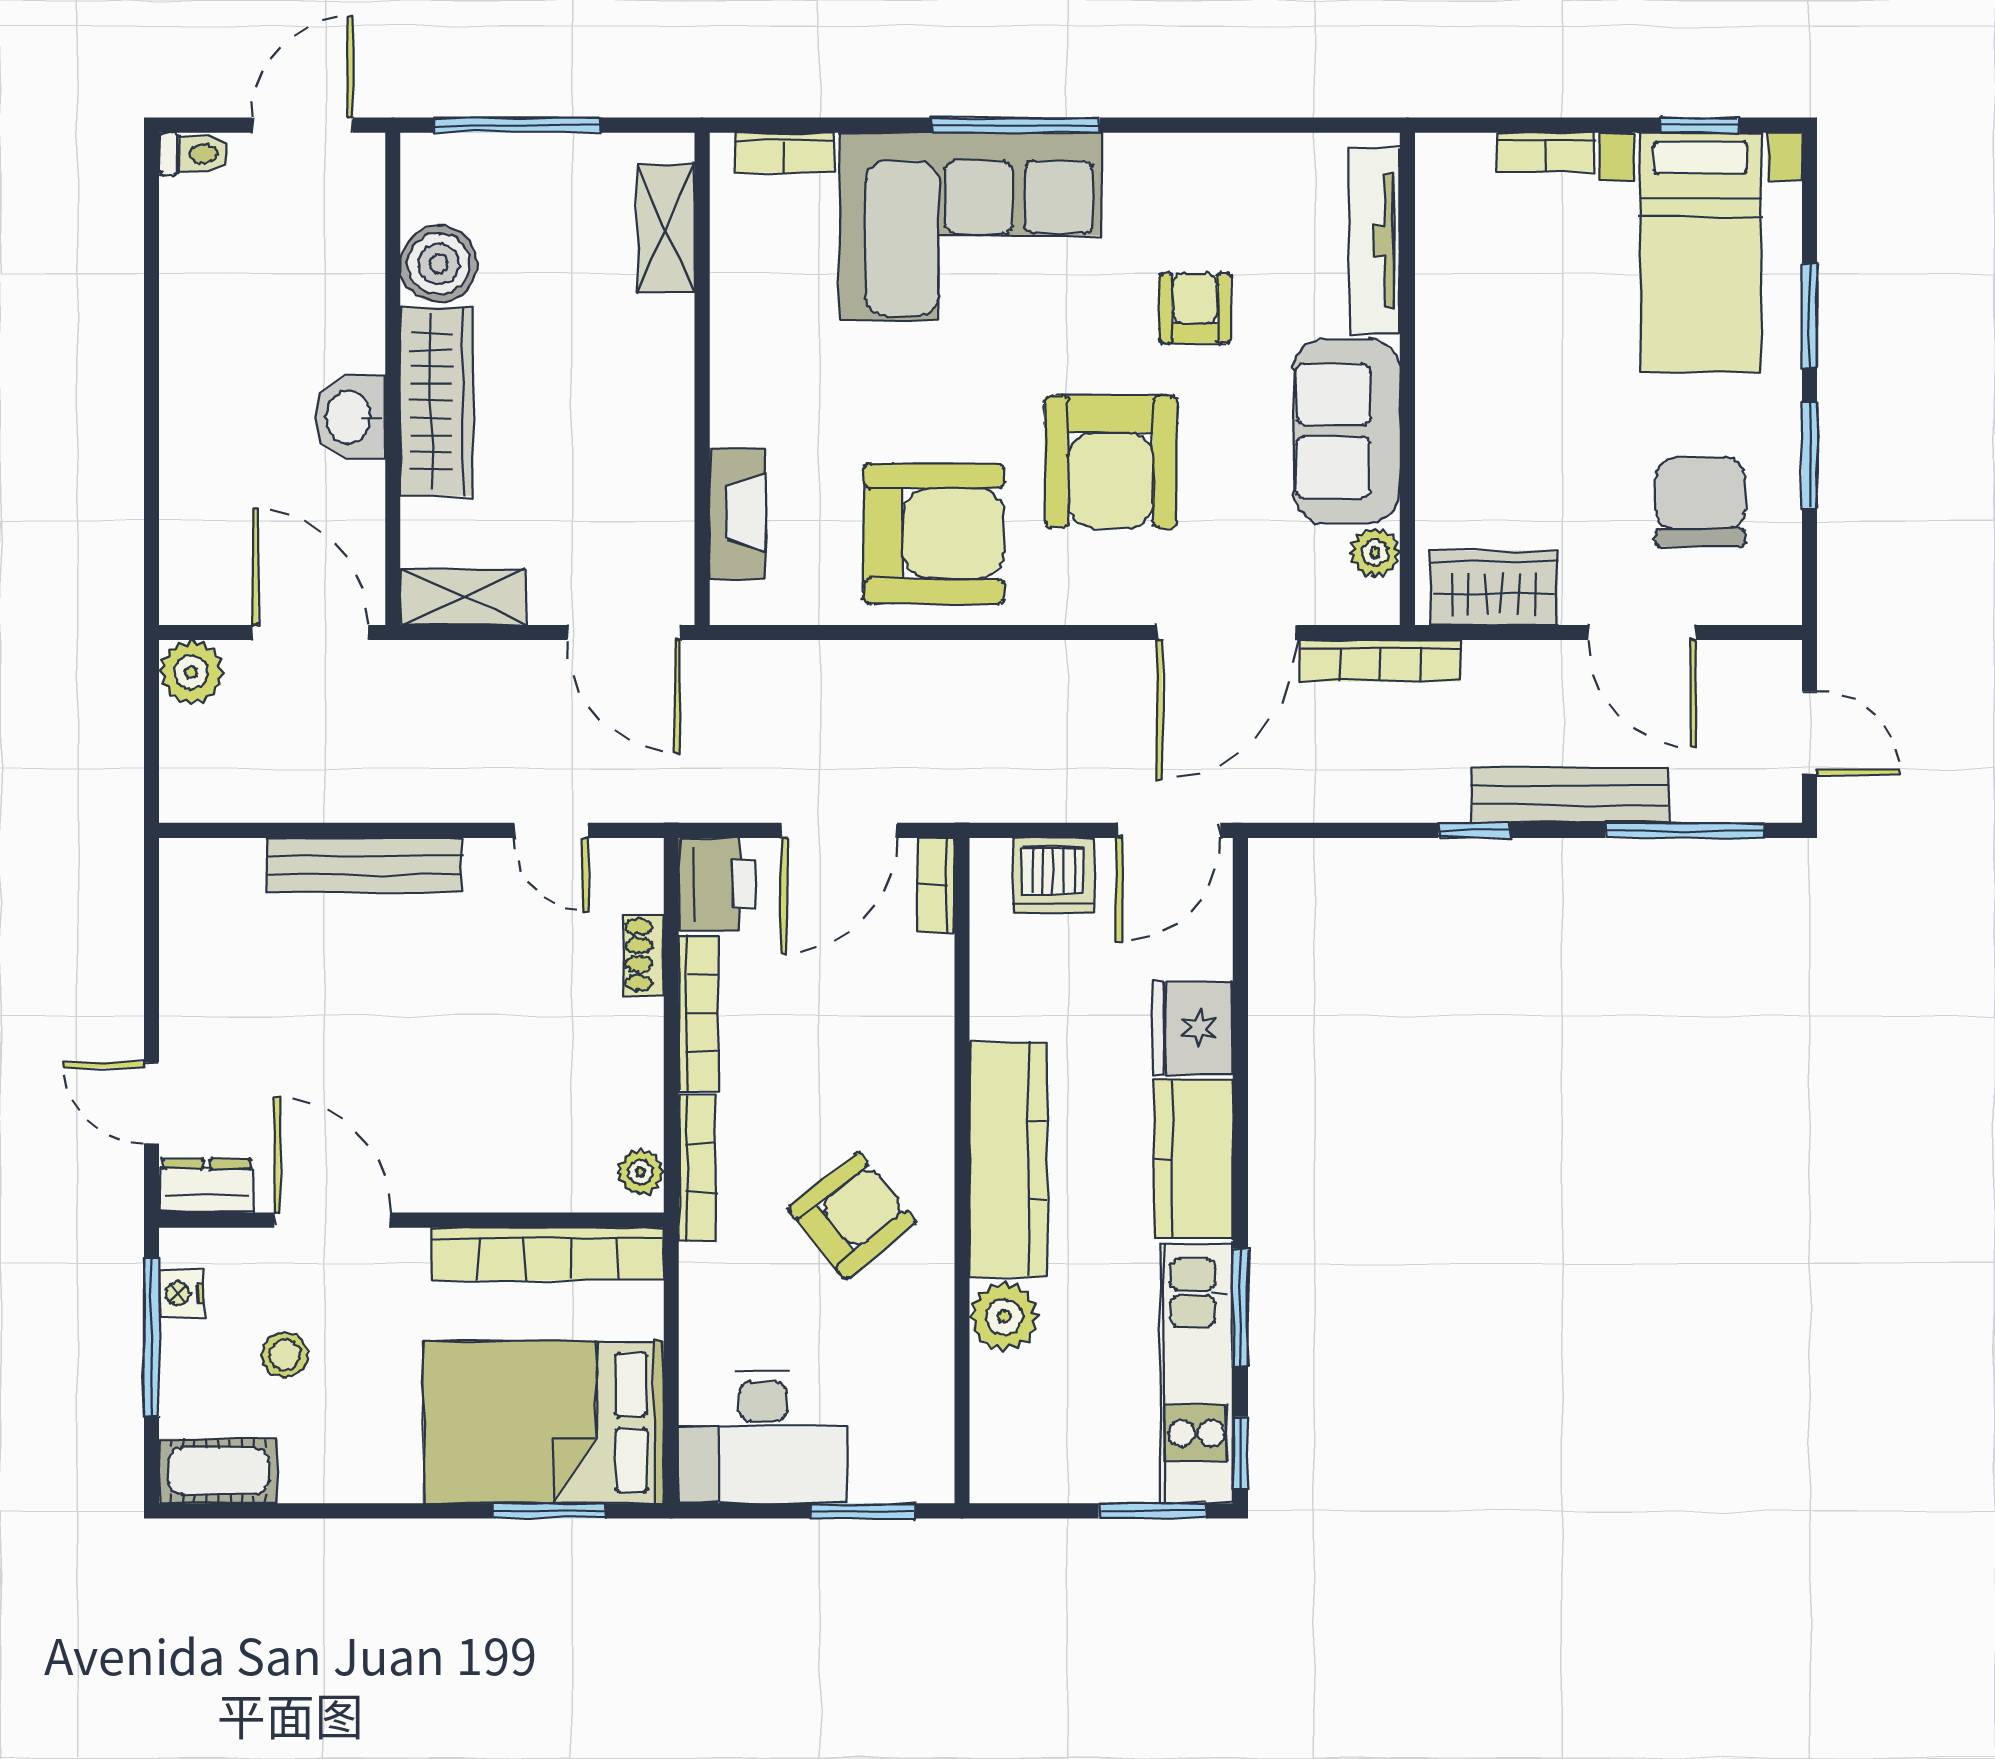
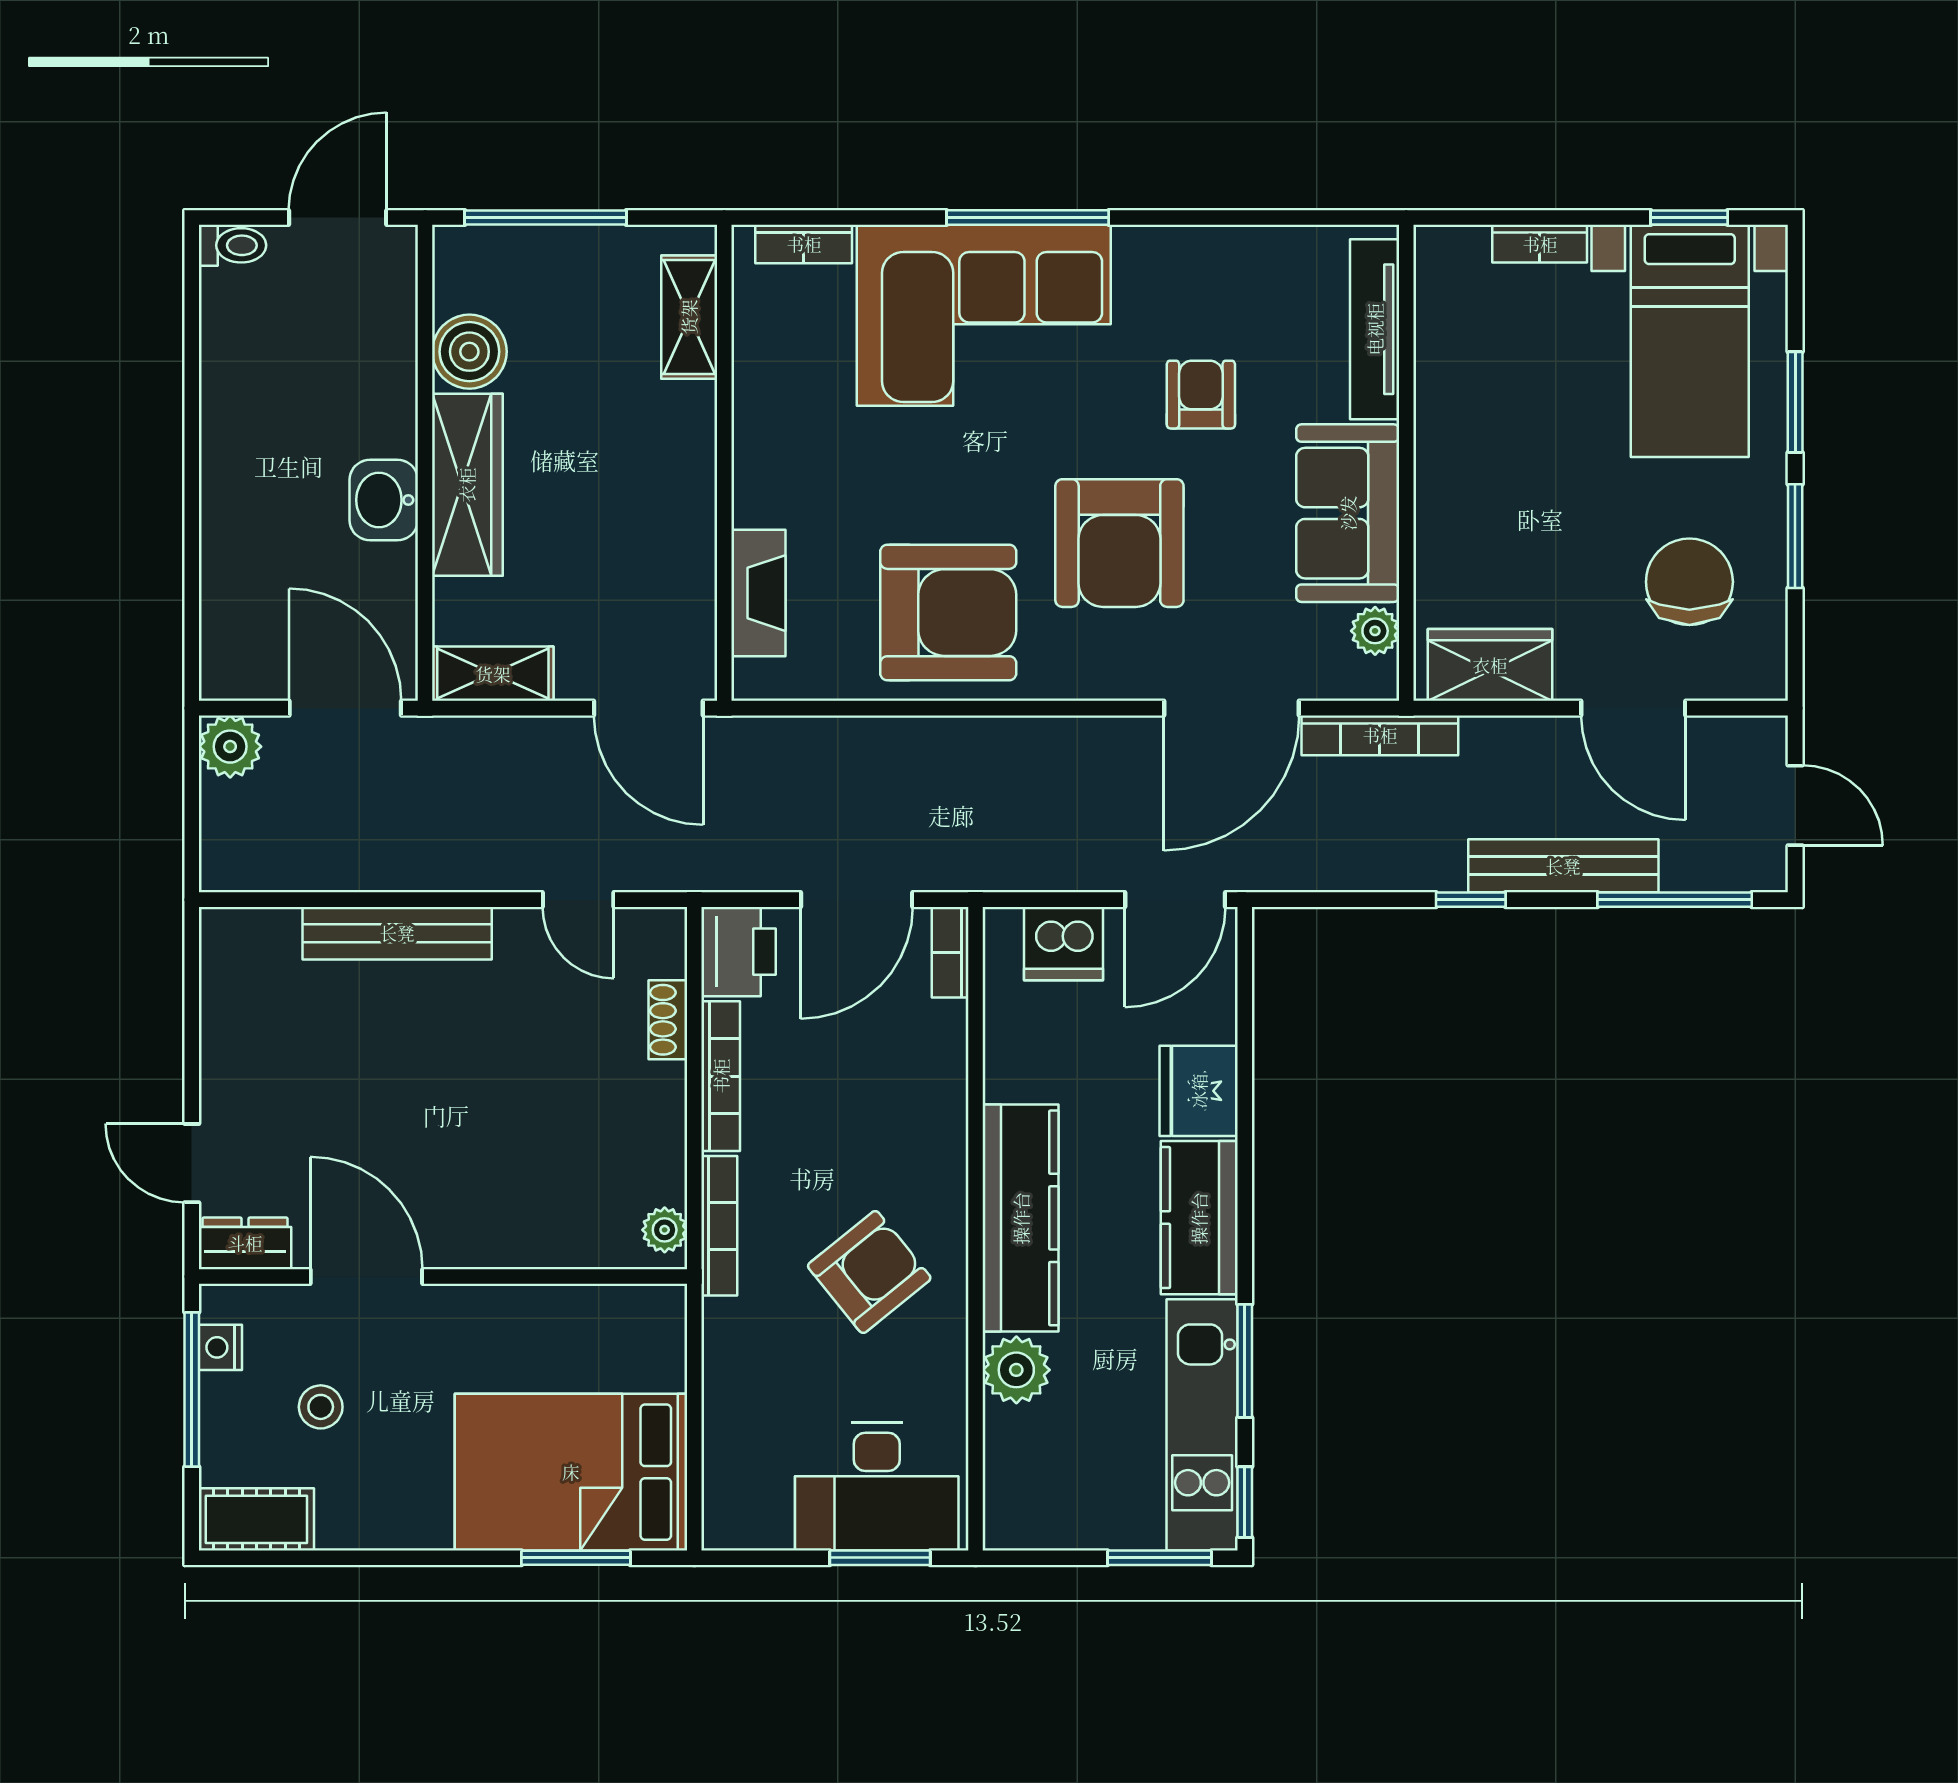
bookcase: (547, 1254) -> (575, 1309), removed
desk: (763, 1437) -> (877, 1486), moved

